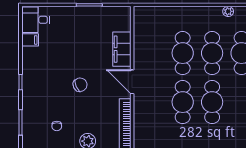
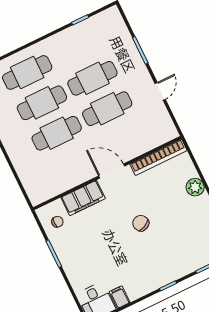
door: (132, 82) -> (112, 171), swing flipped
chair: (57, 126) -> (57, 222), moved

